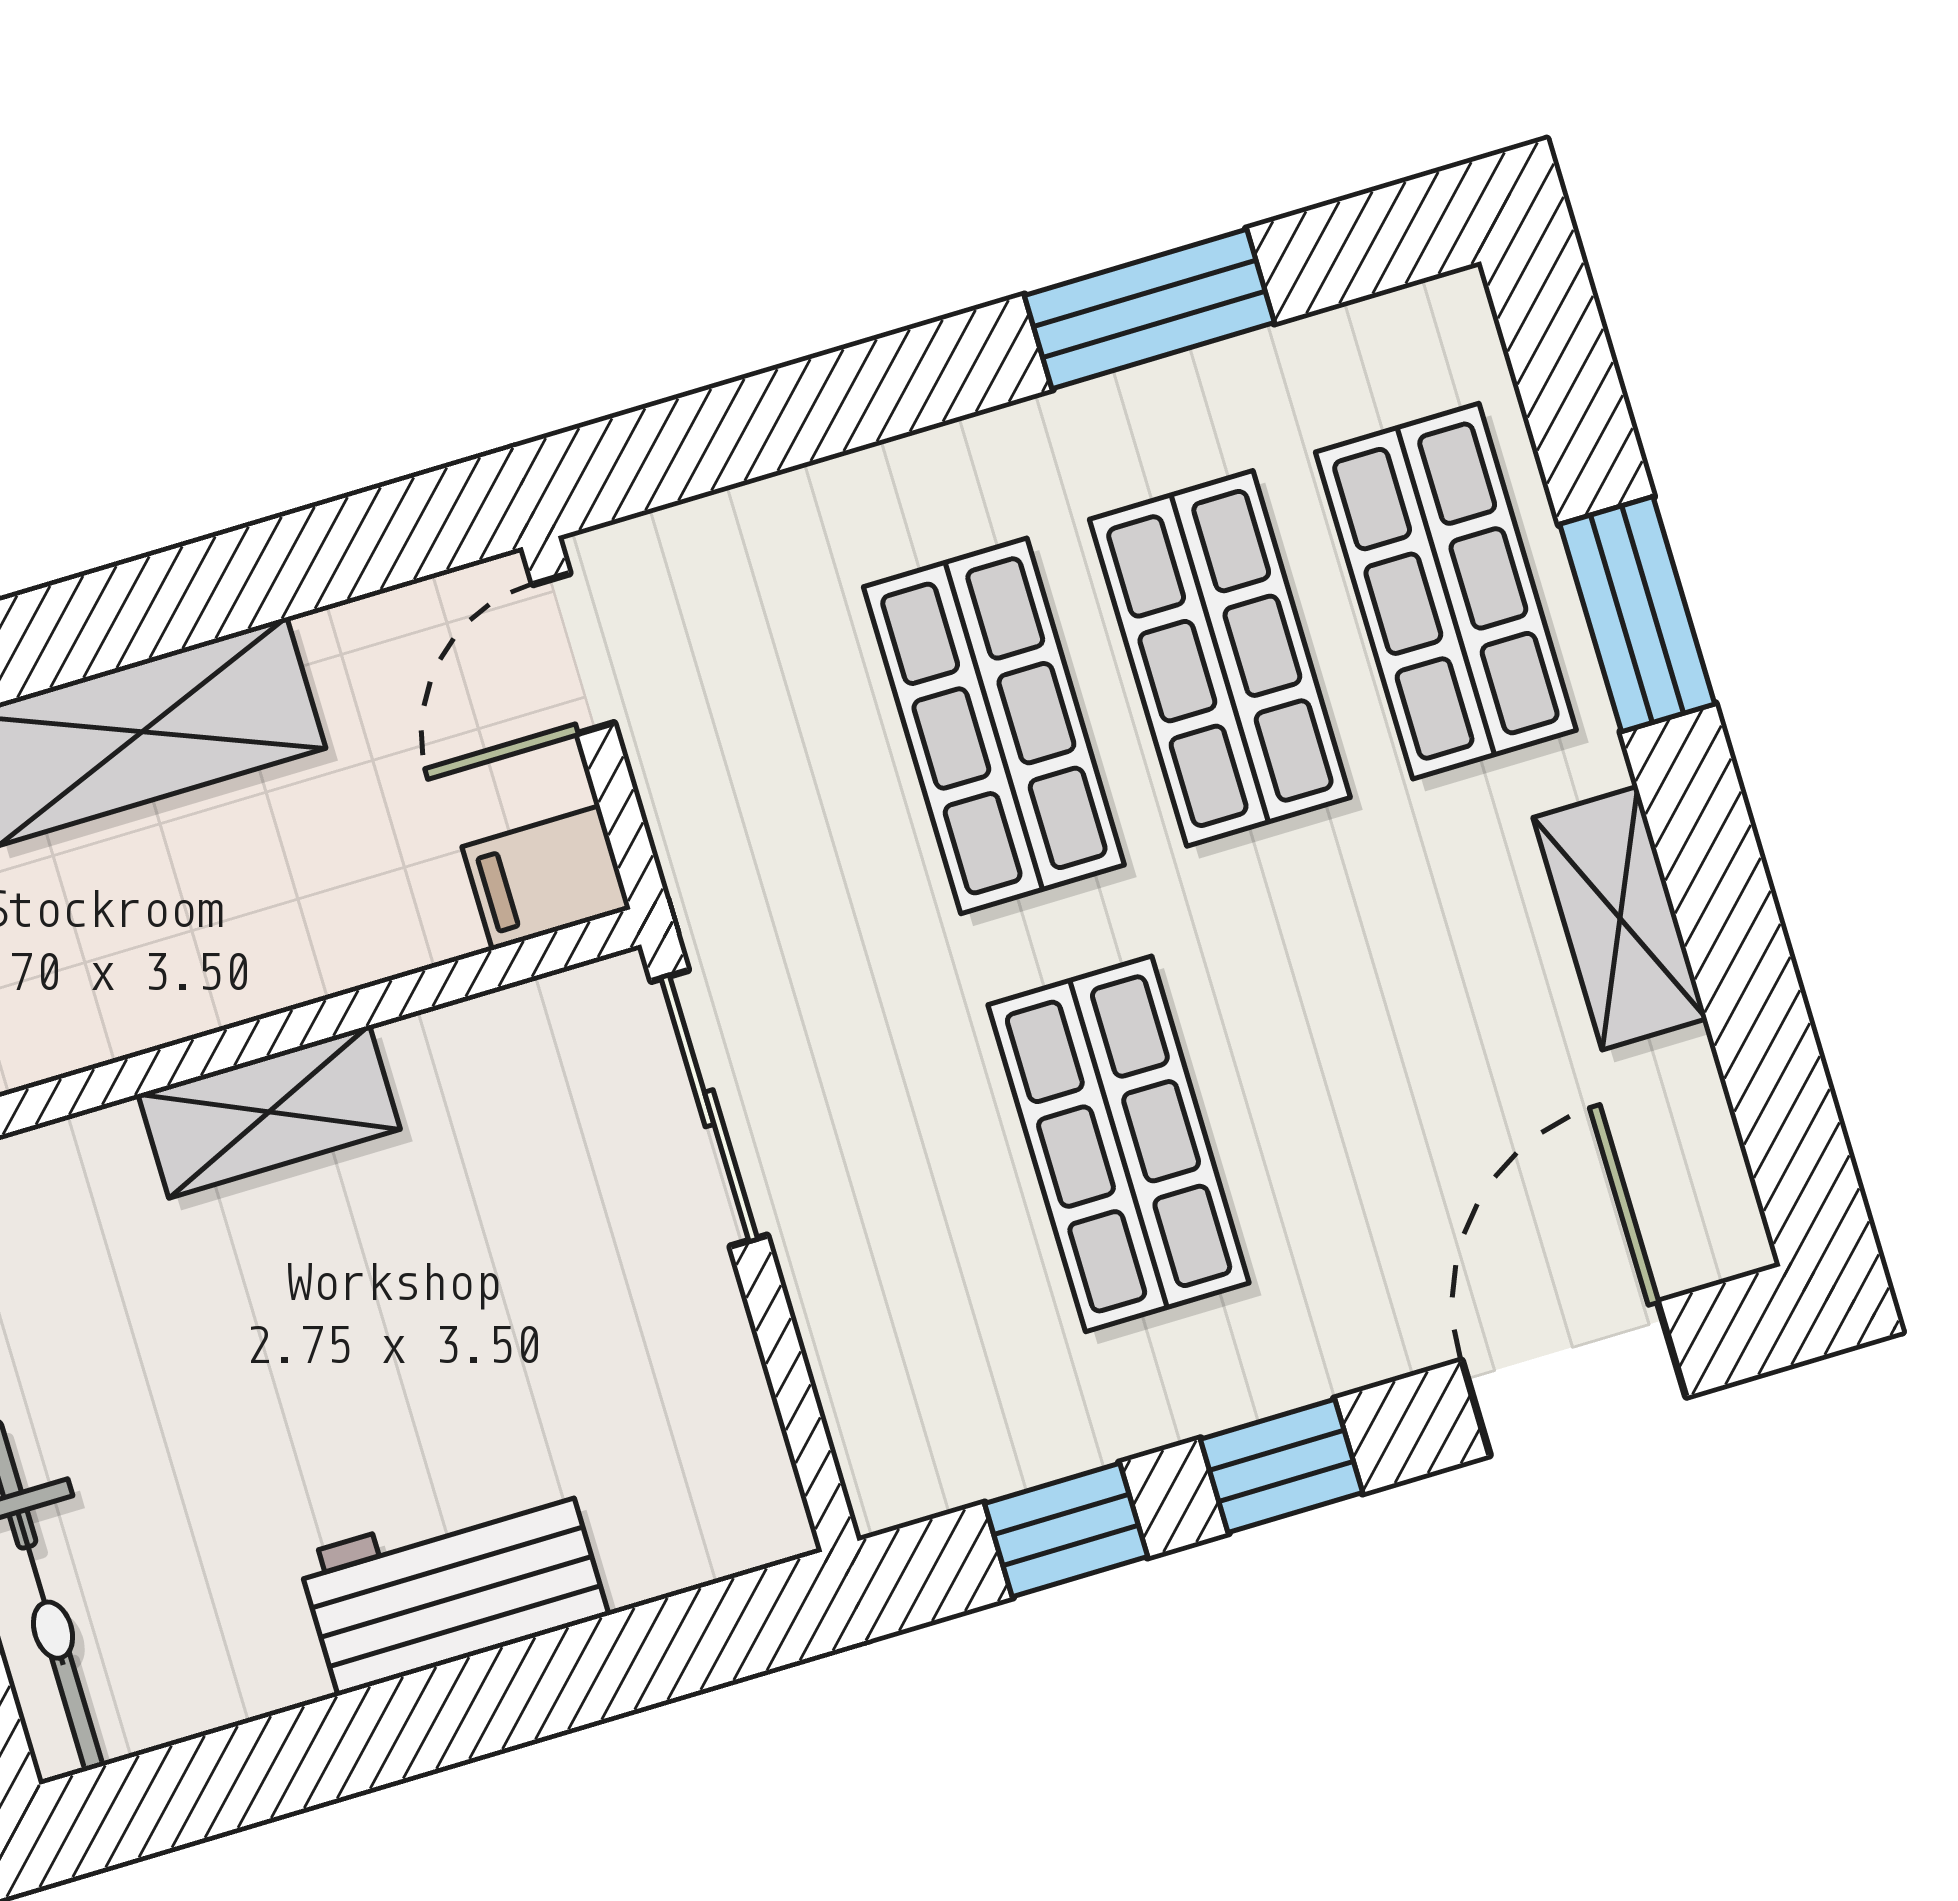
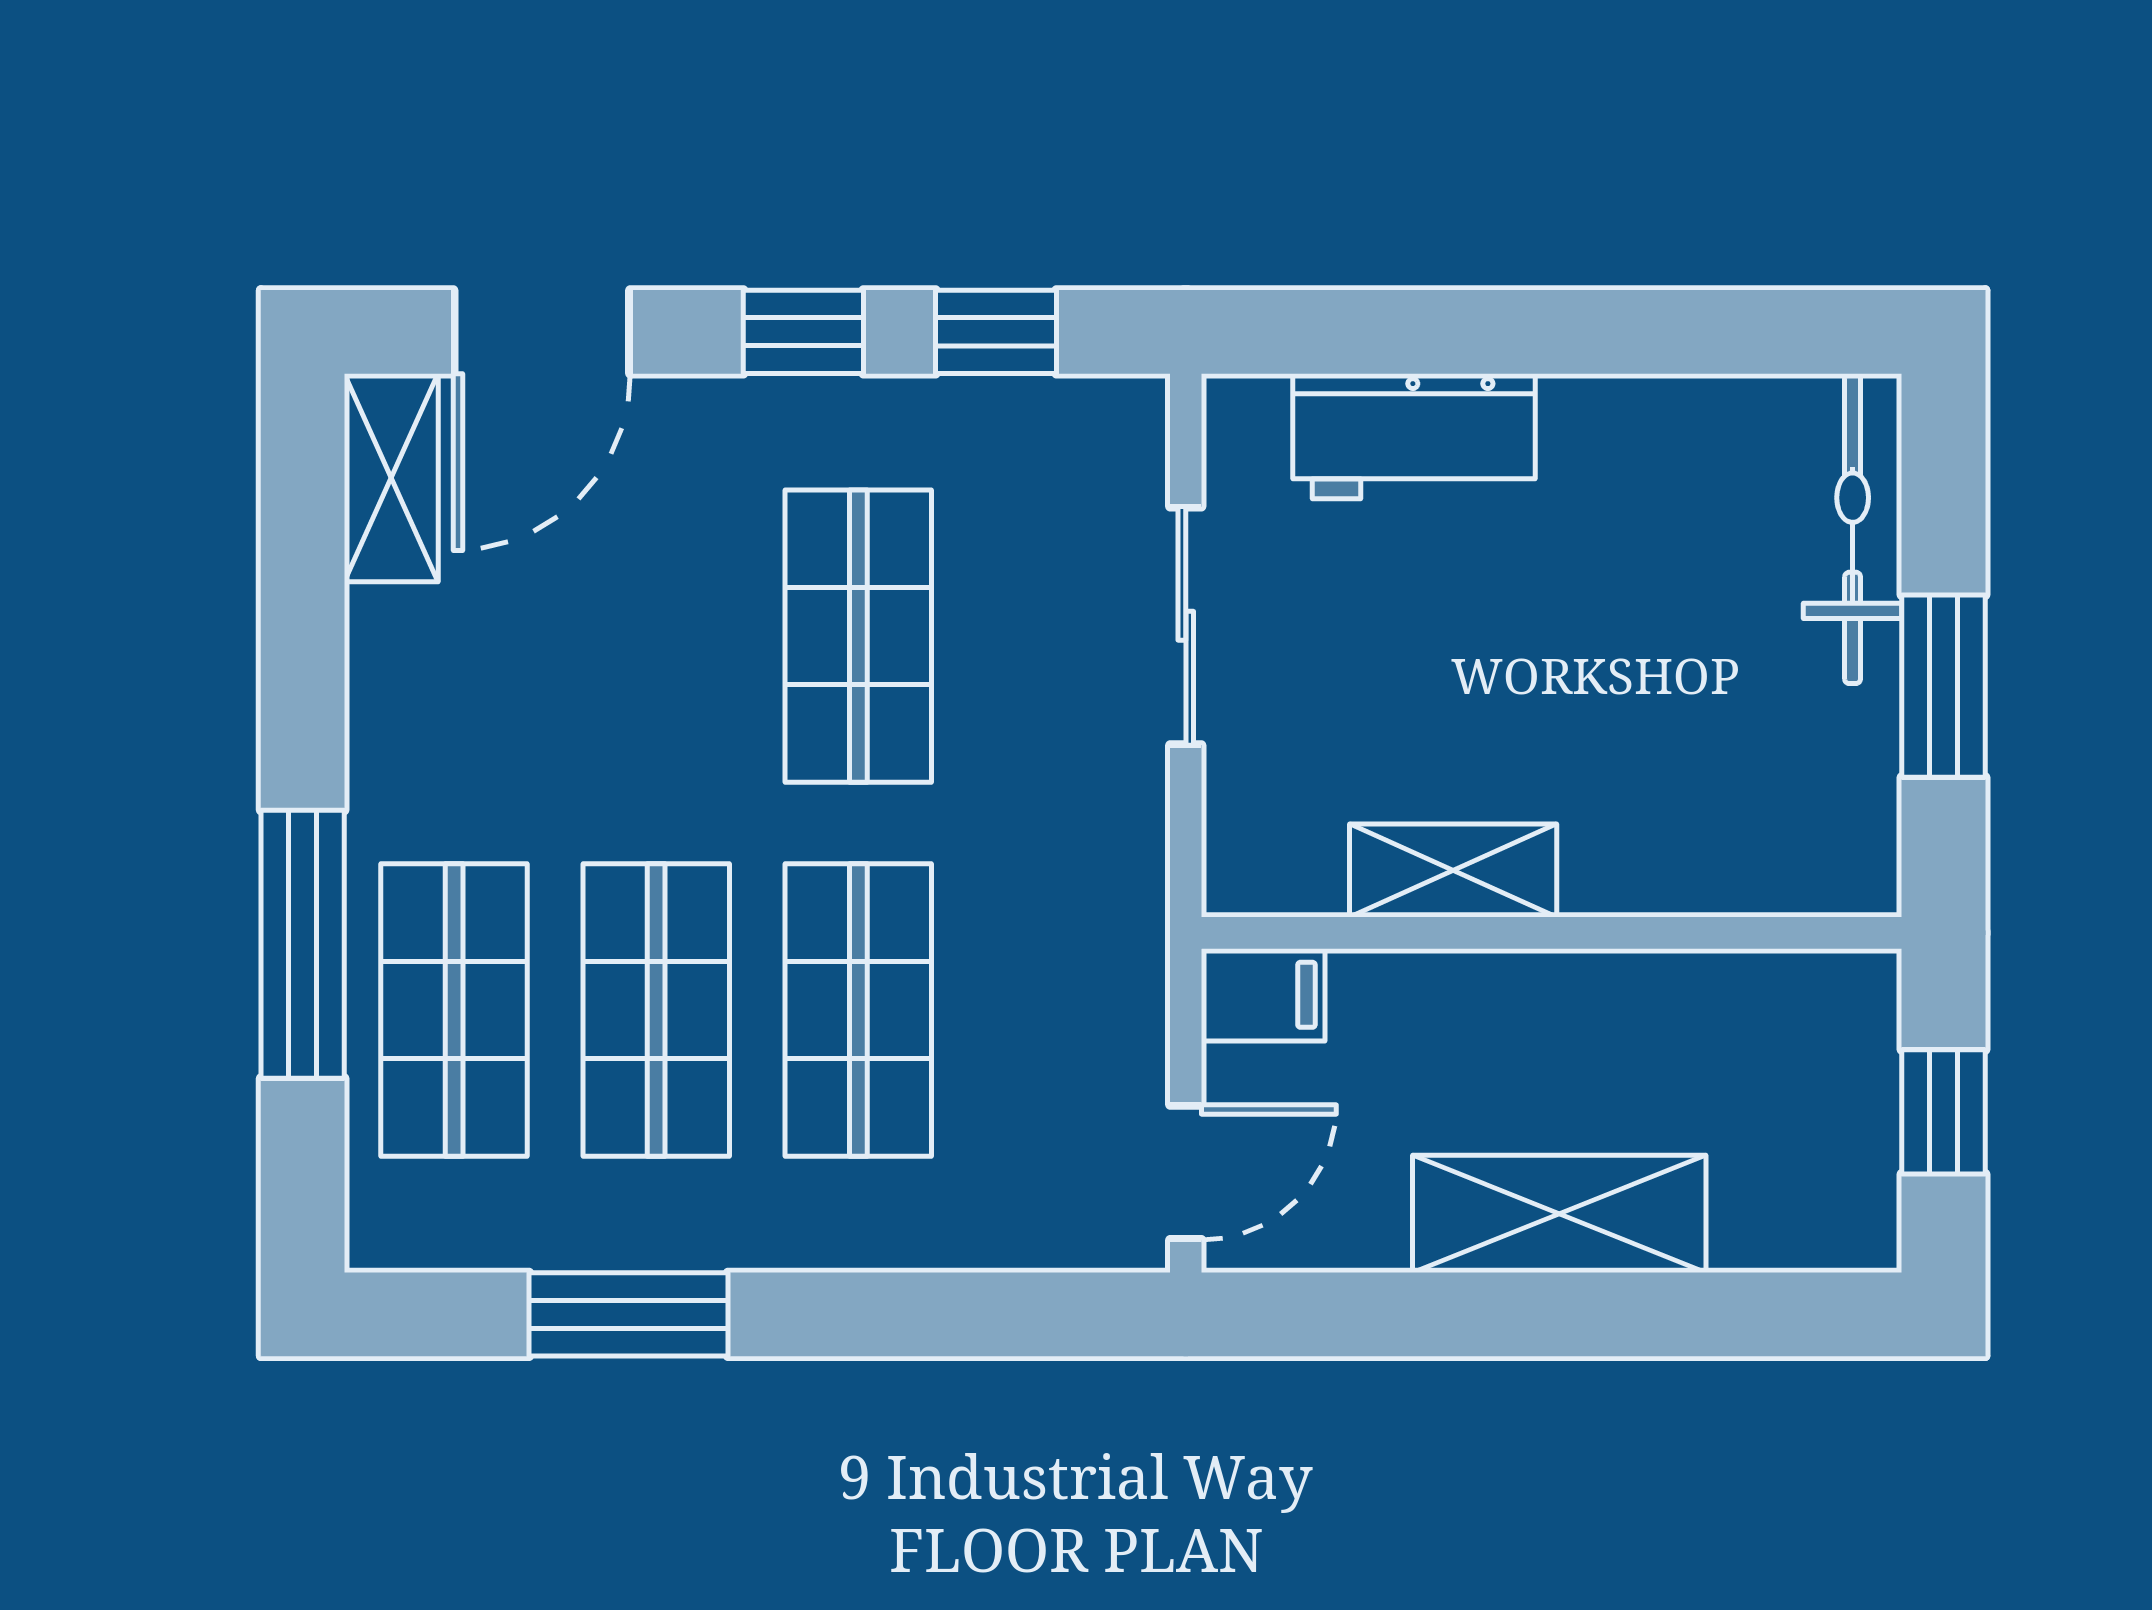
window: (1637, 614) -> (303, 944), width x1.44
shelving: (1620, 918) -> (391, 478), moved
sliding door: (709, 1108) -> (1186, 626), moved
shelving: (269, 1112) -> (1453, 871), moved
workbench: (453, 1586) -> (1414, 436), moved

